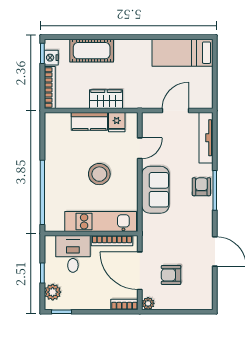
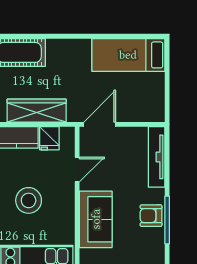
wardrobe: (106, 99) -> (37, 111), width x1.50
door: (175, 111) -> (100, 124), moved
armchair: (201, 187) -> (151, 216), turned -90

